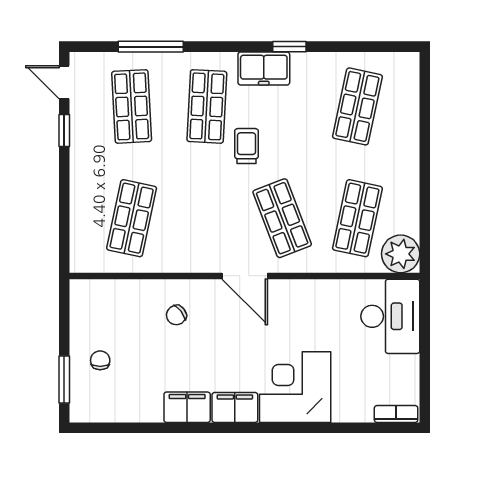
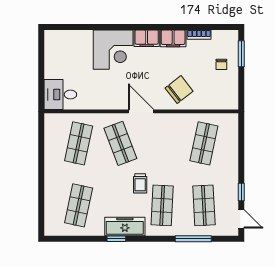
freezer: (264, 68) -> (125, 227), width x1.40
plant: (401, 254) -> (55, 124), removed
chair: (176, 315) -> (179, 90), width x1.87, depth x1.87
desk: (390, 316) -> (60, 95), width x0.73
bookcase: (396, 414) -> (199, 35), moved

